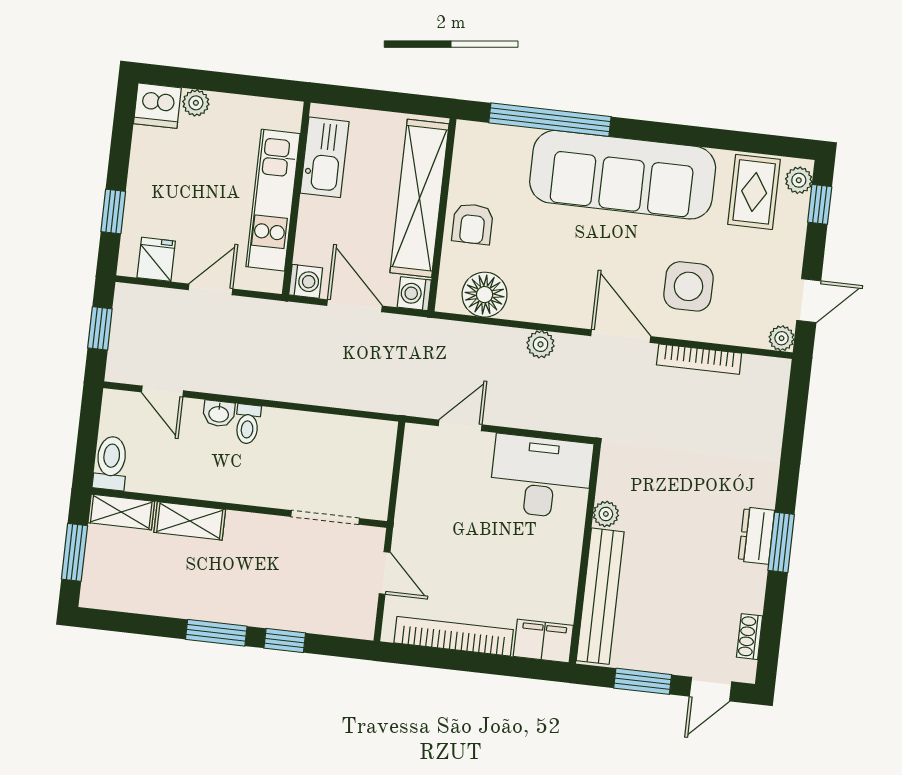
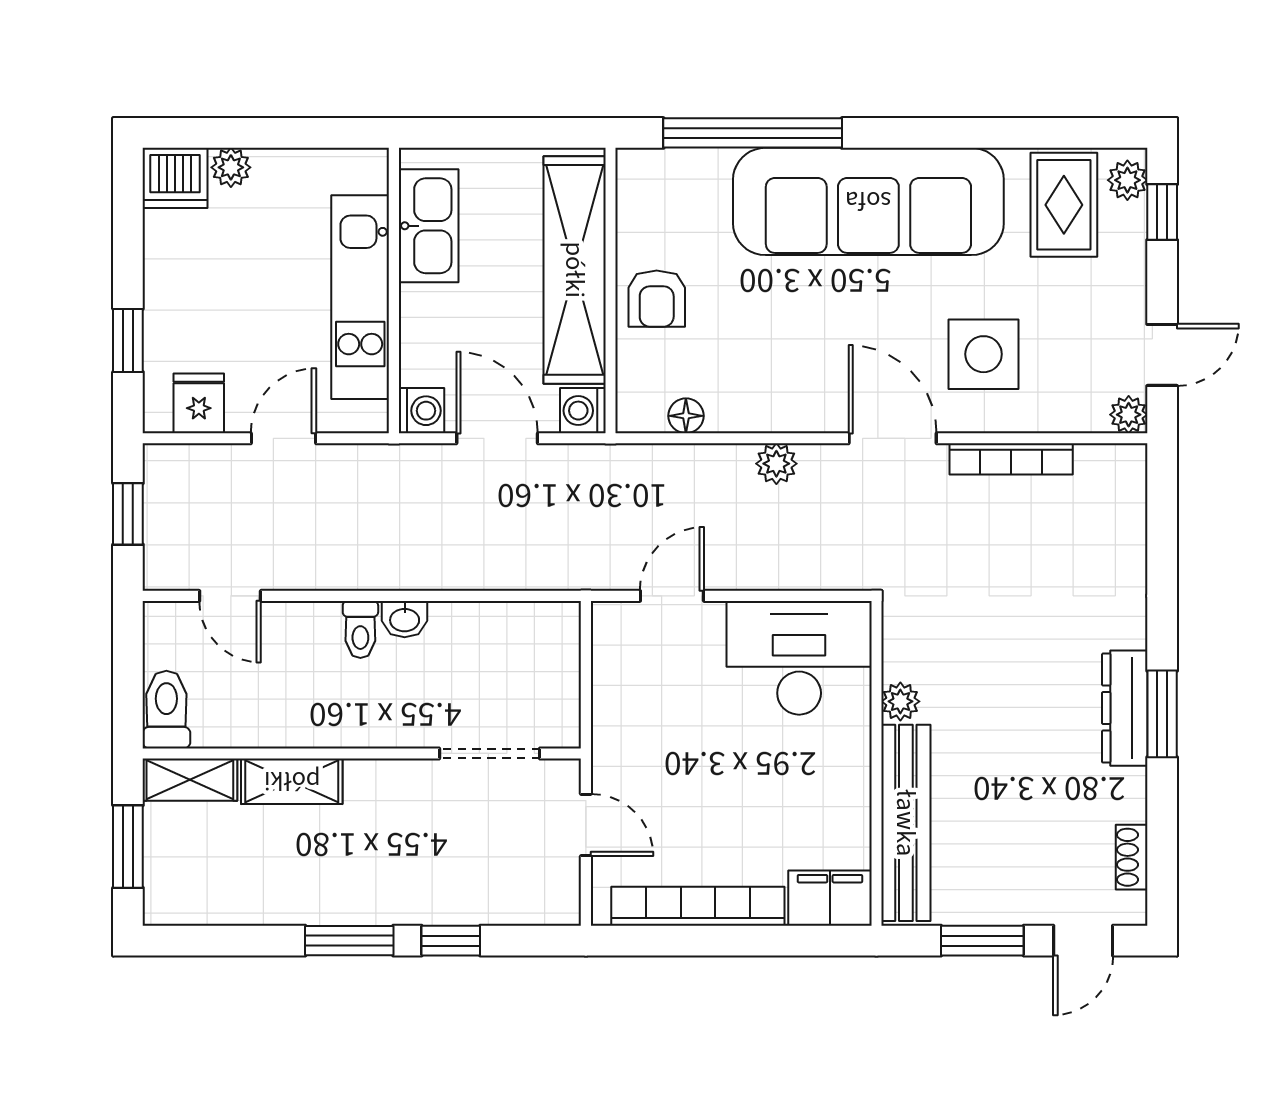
floor lamp: (485, 295) -> (686, 416), width x0.53, depth x0.53
washbasin: (219, 414) -> (405, 619), moved
dresser: (756, 536) -> (1125, 708), width x1.44

